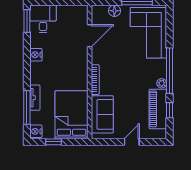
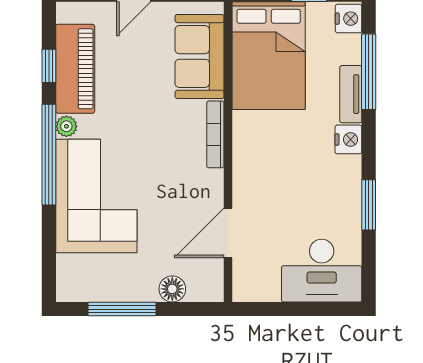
desk: (43, 19) -> (322, 271), width x1.37
window: (27, 21) -> (369, 205), moved
corner sofa: (148, 33) -> (96, 196), moved
nightstand: (36, 55) -> (348, 139), moved

